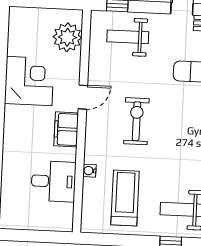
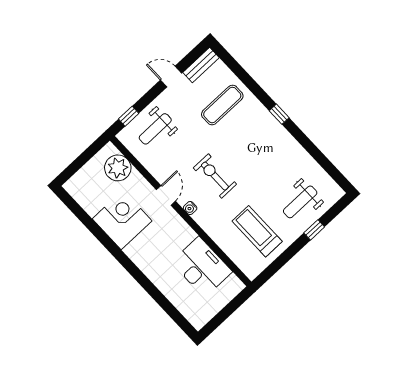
filing cabinet: (66, 129) -> (176, 226), removed
water cooler: (89, 171) -> (190, 208), moved
desk: (53, 181) -> (202, 267), width x1.37

